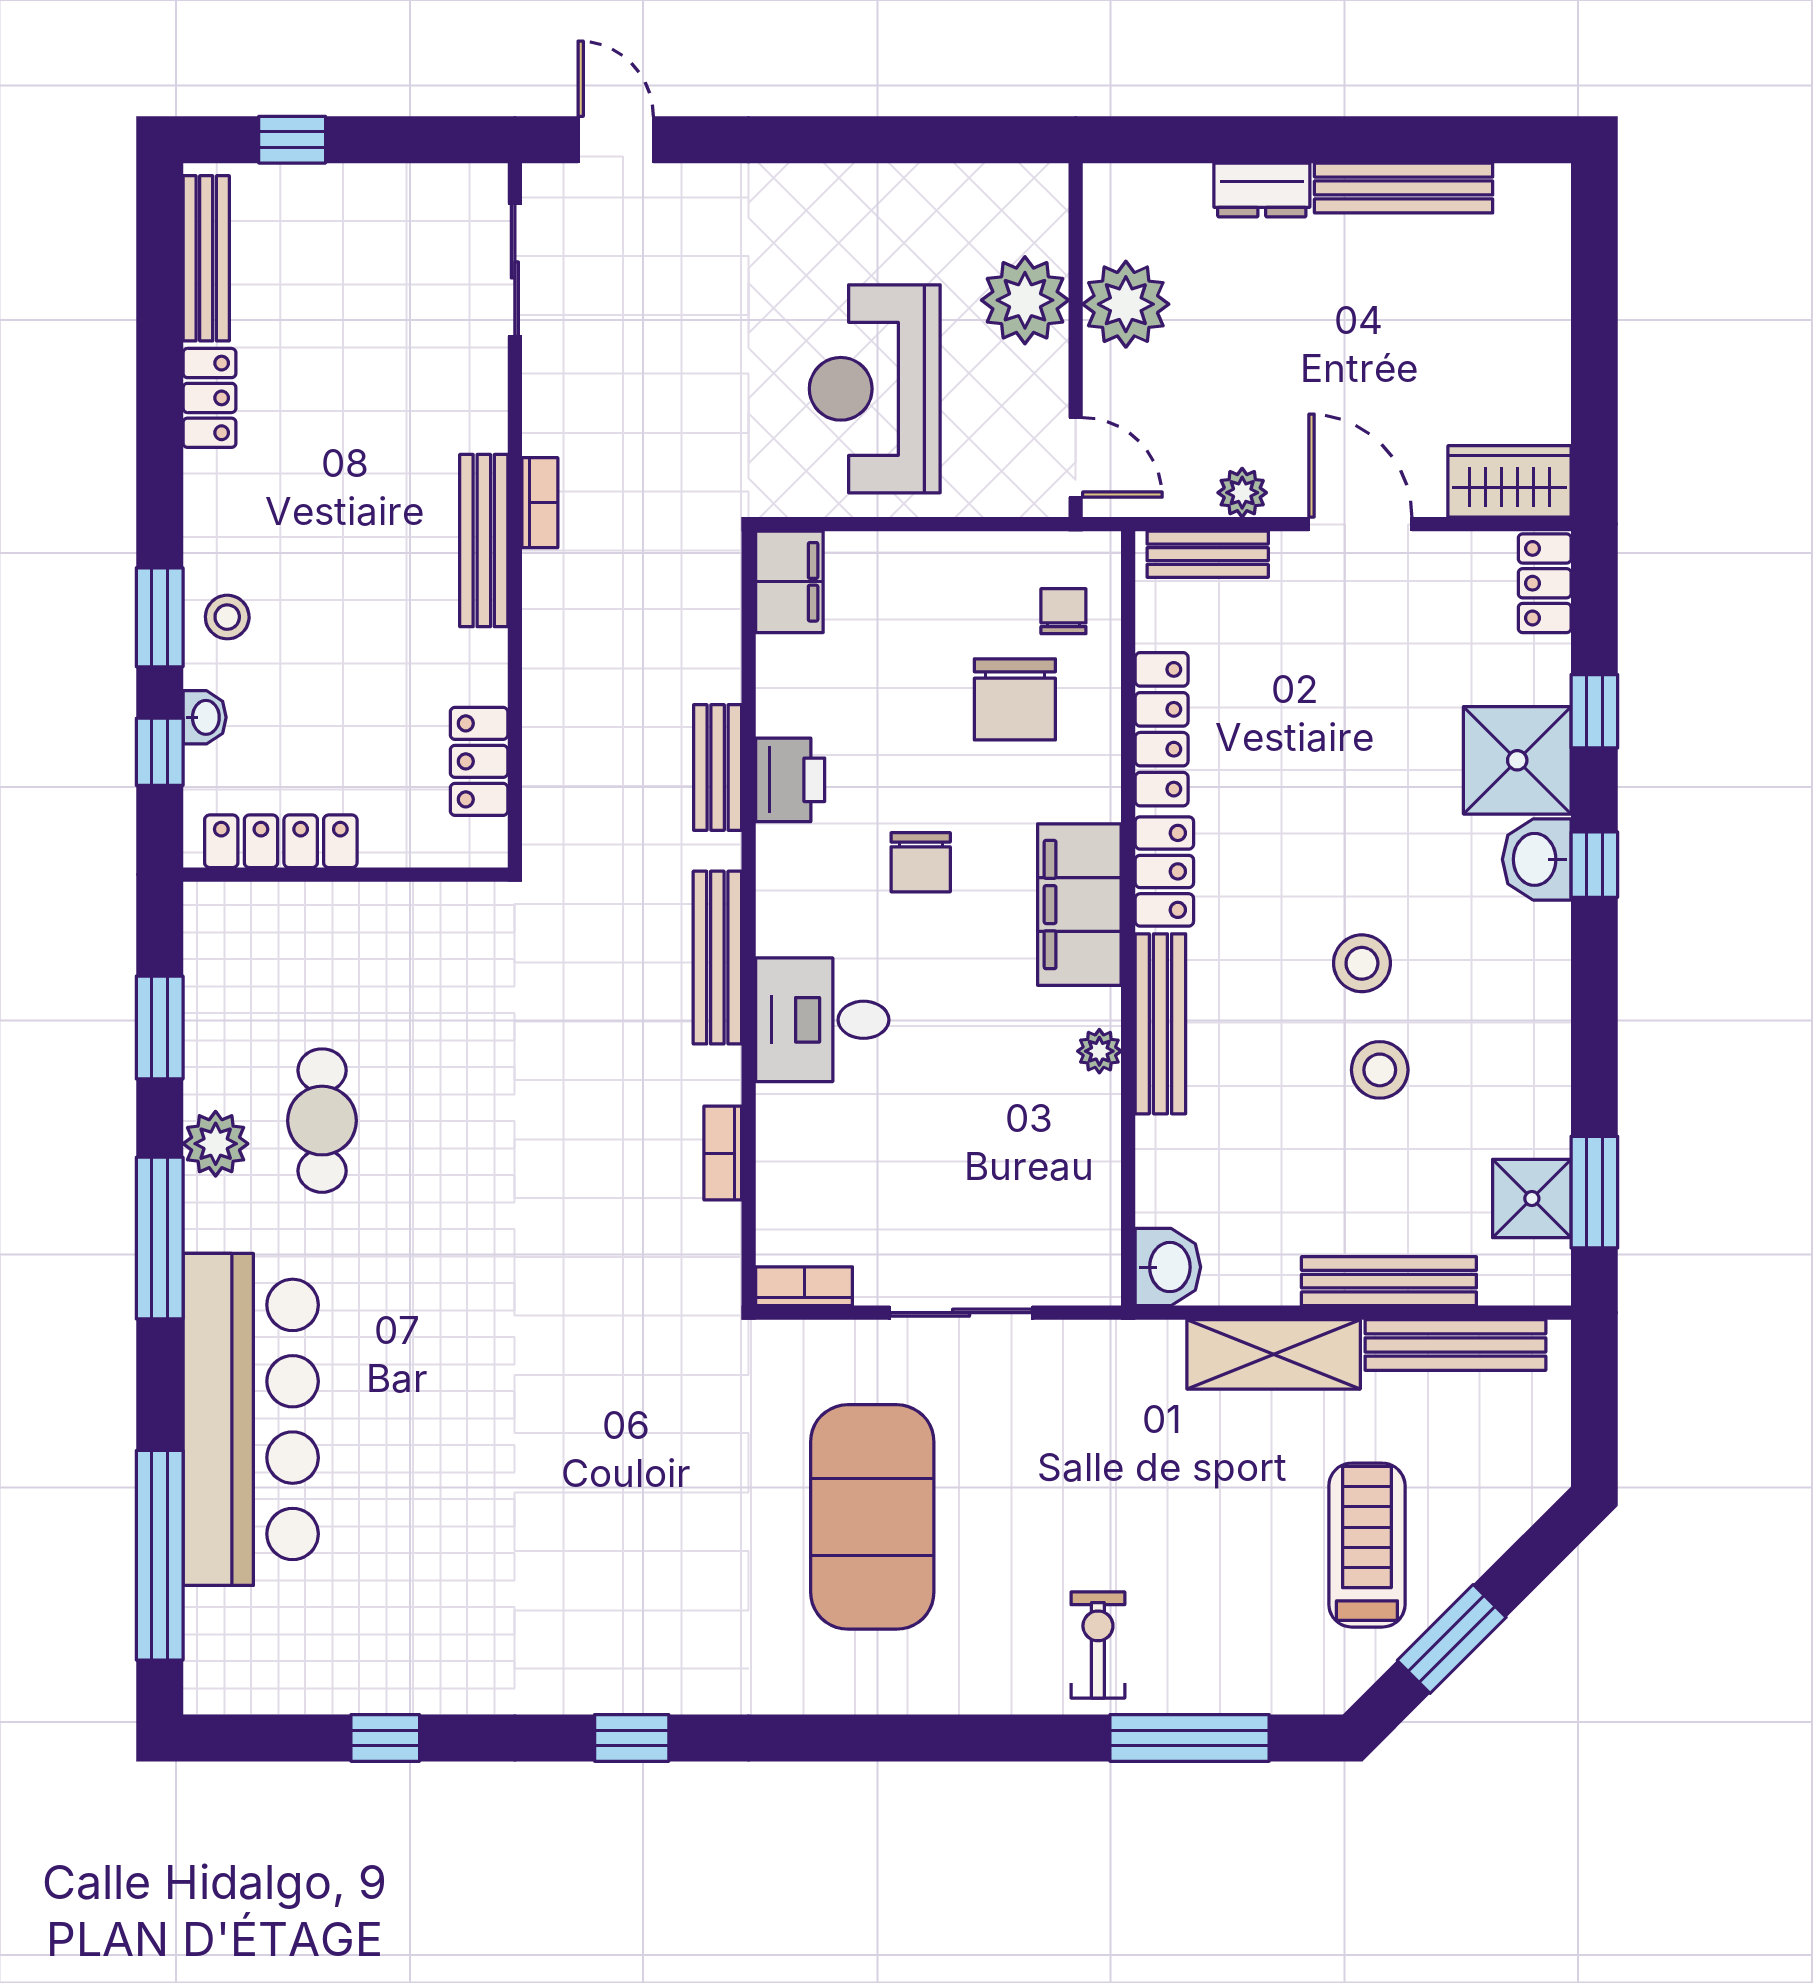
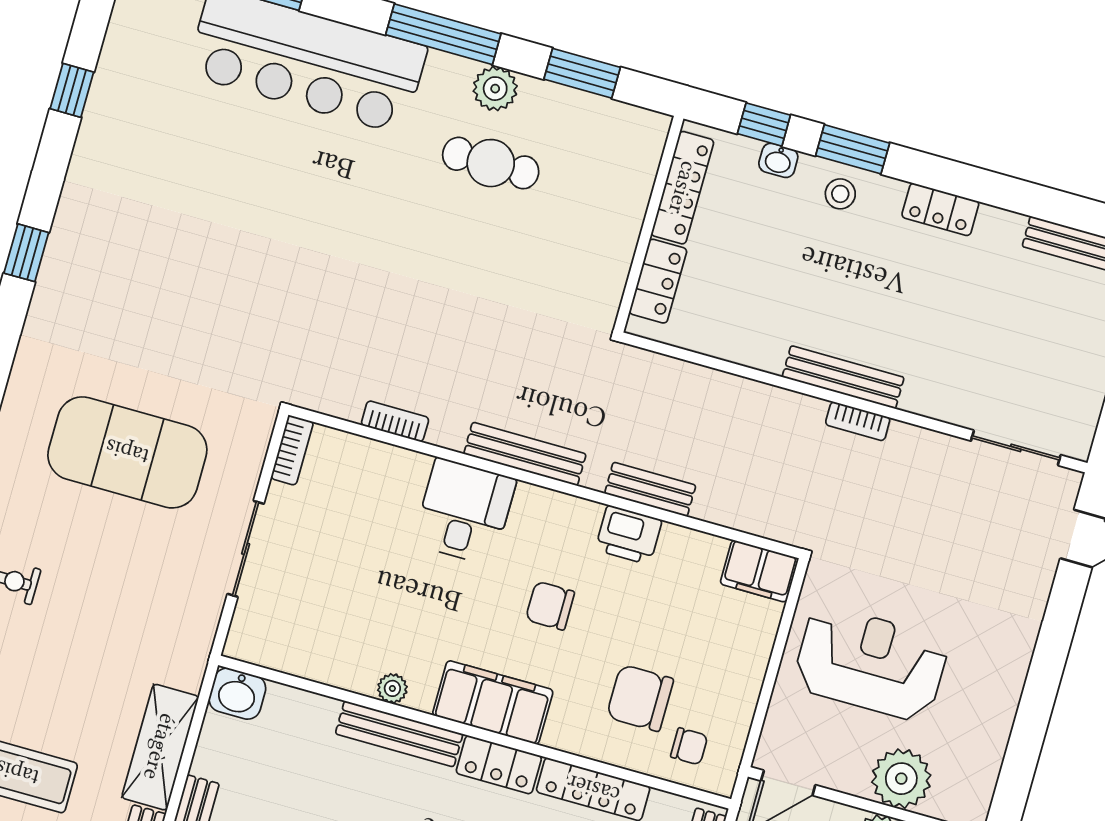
locker: (209, 398) -> (940, 209), moved
locker: (479, 761) -> (658, 281), moved, turned 90

